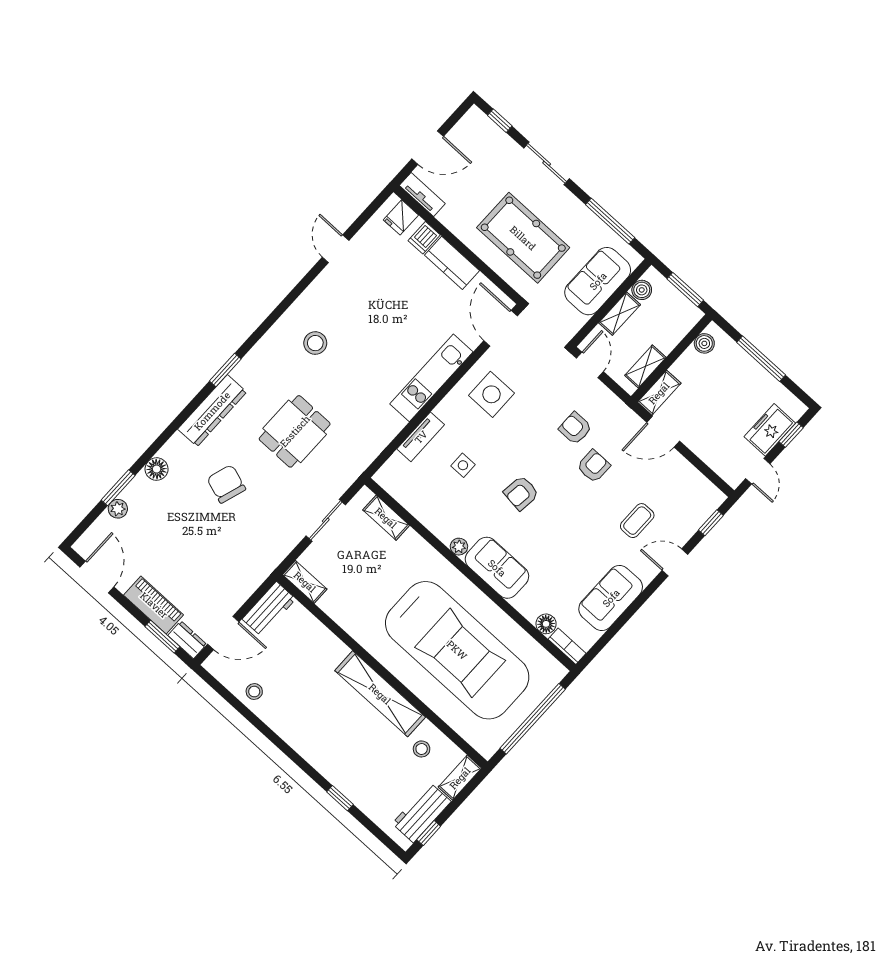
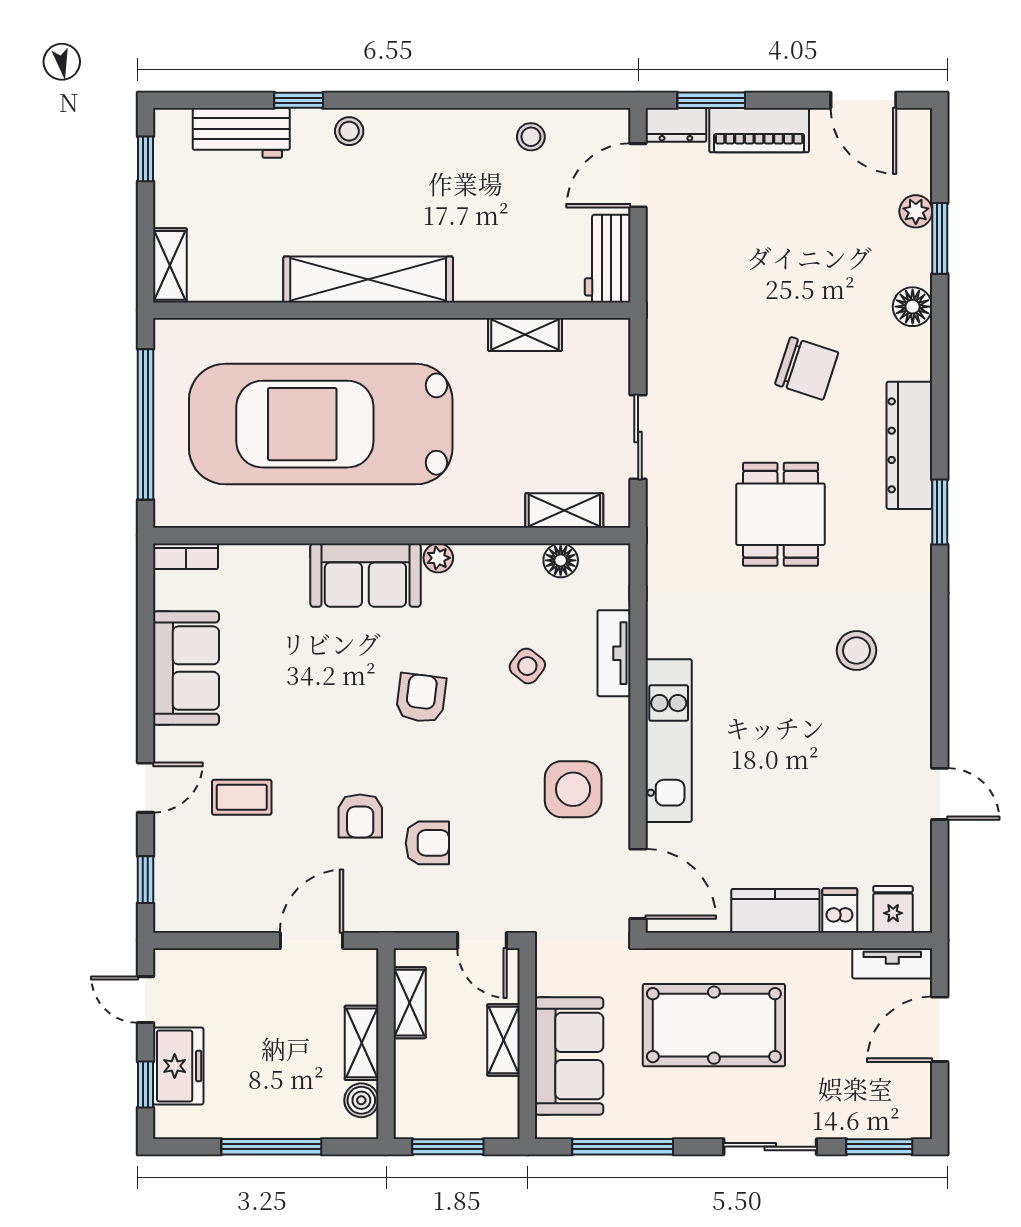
window: (500, 121) -> (879, 1147), width x1.50
boiler: (642, 290) -> (503, 1096), removed
shelving: (659, 393) -> (362, 1043), moved
side table: (463, 465) -> (527, 666), turned 38
coffee table: (637, 521) -> (242, 797), turned 90
shelving: (305, 582) -> (525, 335), moved
floor lamp: (546, 624) -> (561, 560), moved
stool: (422, 749) -> (349, 131), moved
workbench: (422, 813) -> (241, 133), moved, turned 90

